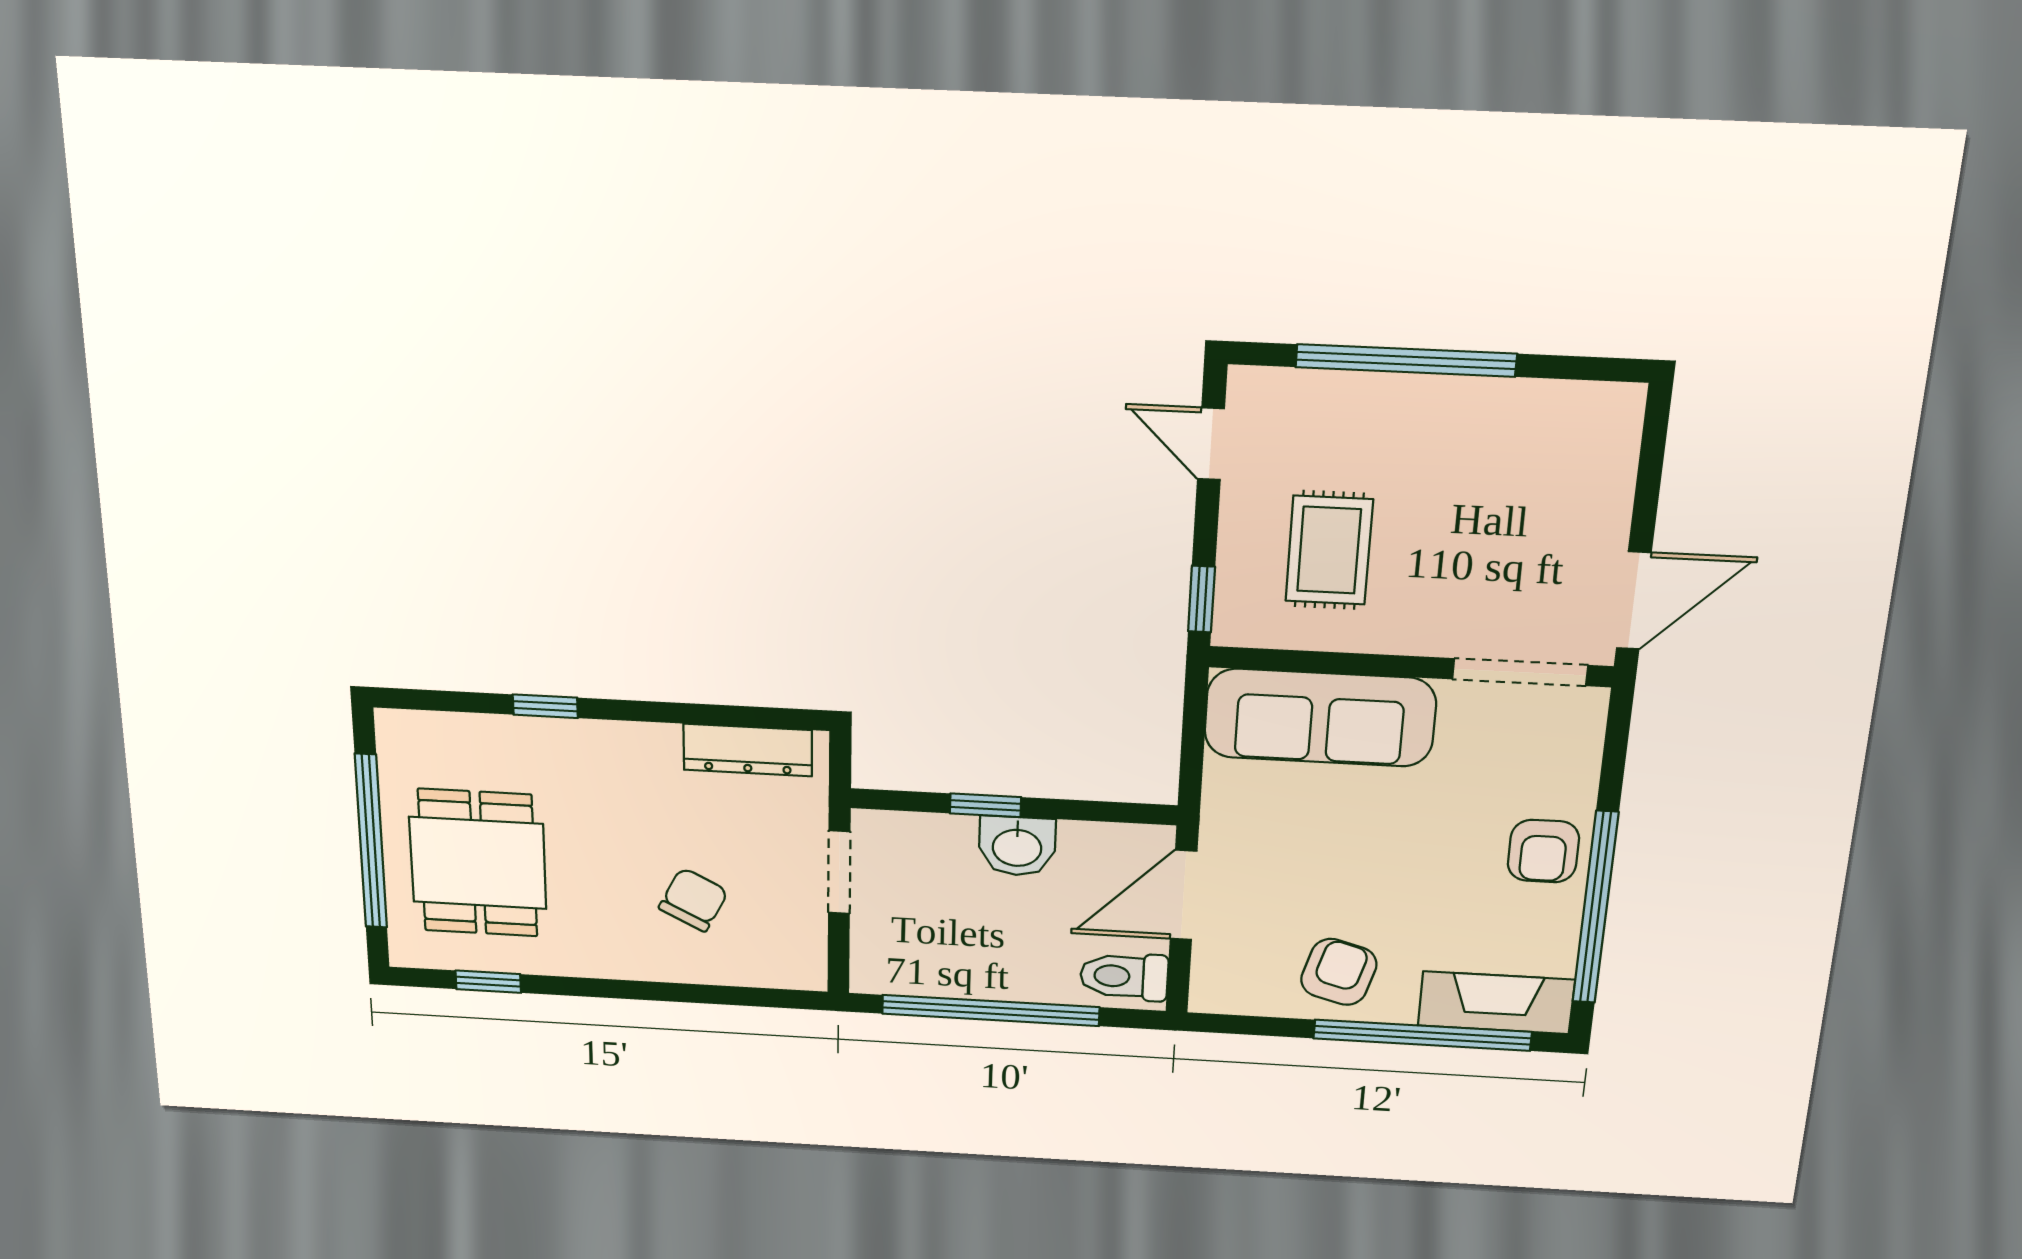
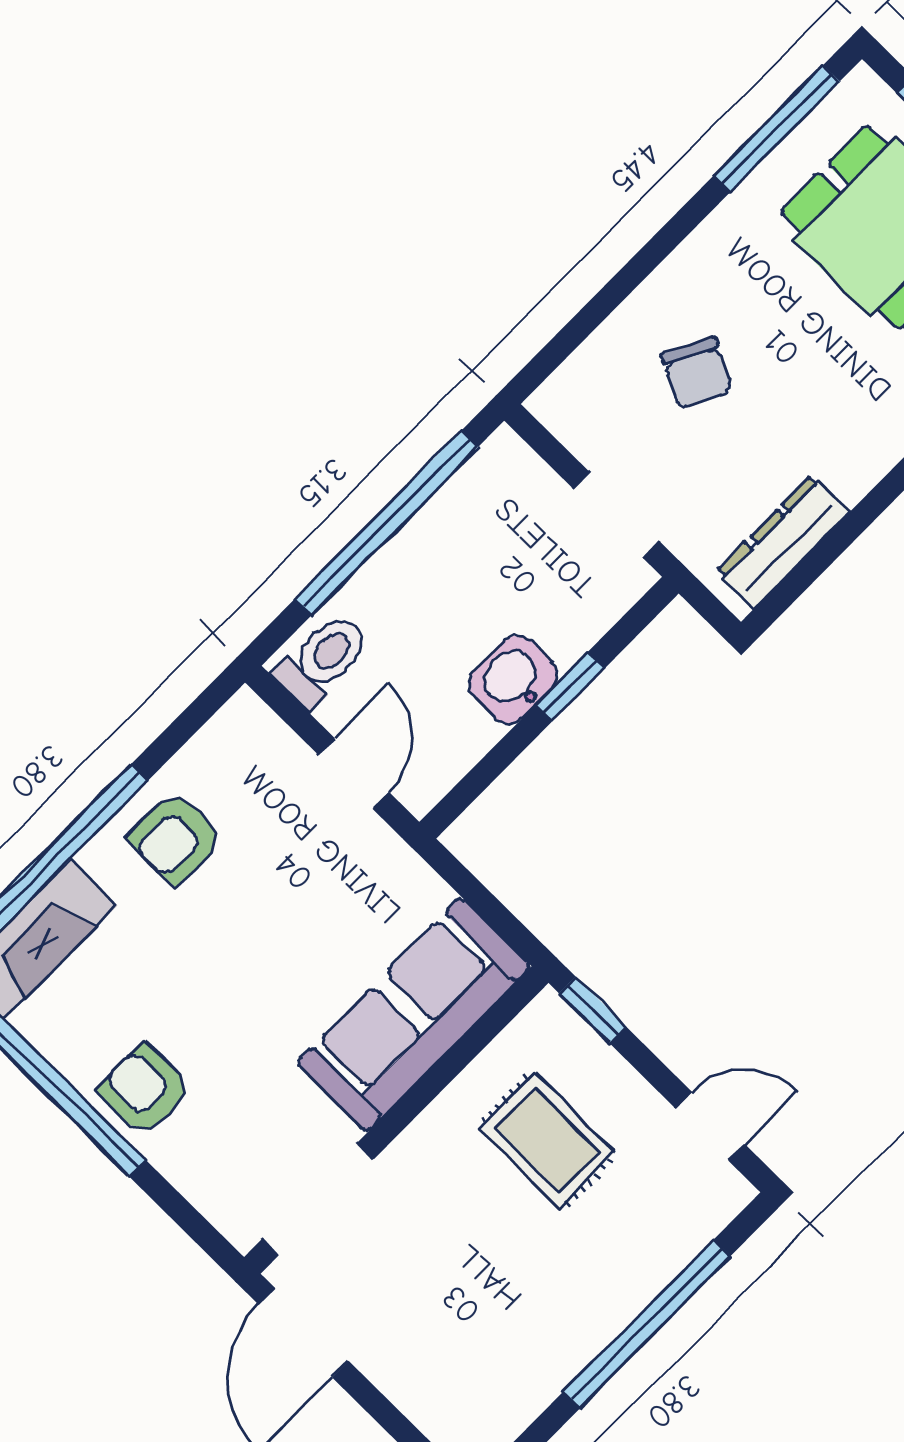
door: (1184, 895) -> (354, 773), width x0.73
armchair: (1339, 972) -> (176, 837), turned 74
window: (488, 982) -> (776, 129), width x2.17

